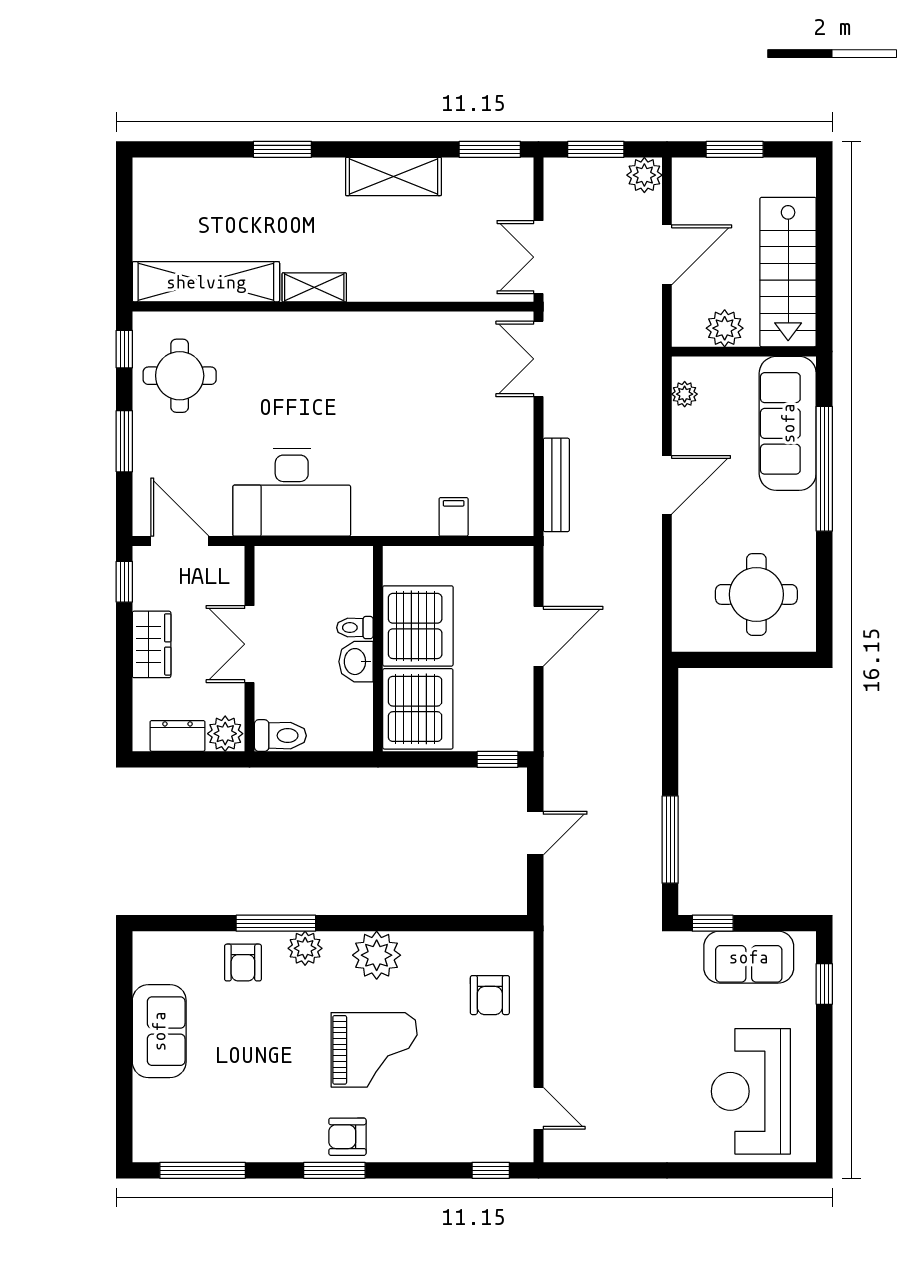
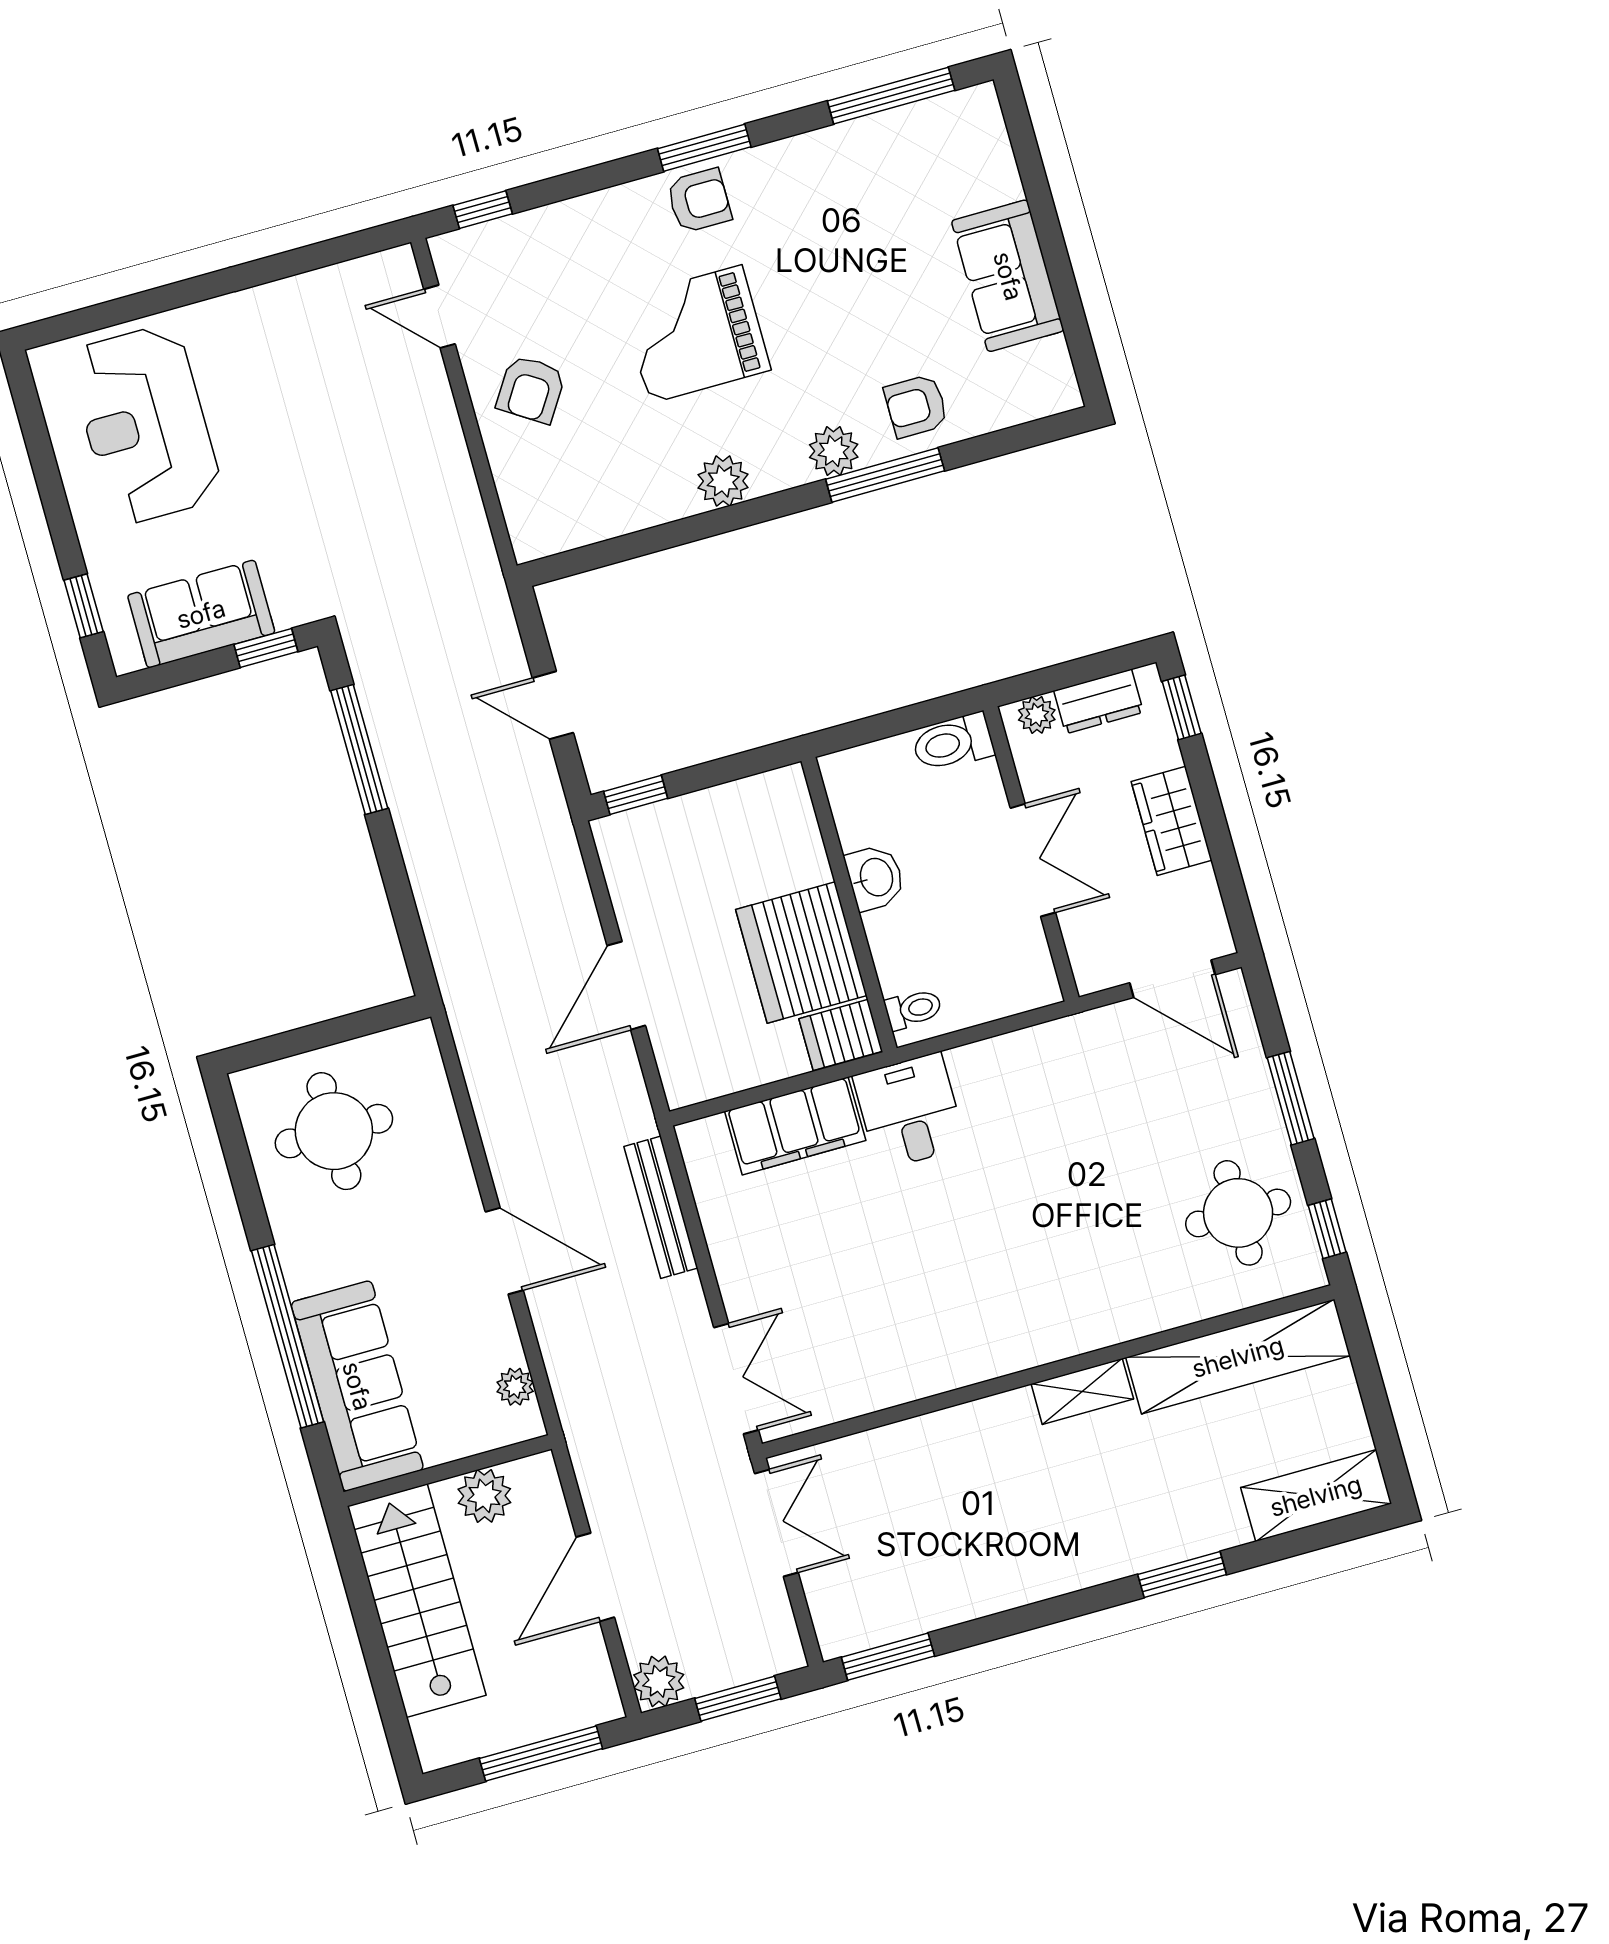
window: (735, 149) -> (541, 1754), width x1.44
shelving: (393, 176) -> (1316, 1496), moved
door: (667, 485) -> (504, 1251), swing flipped
desk: (292, 492) -> (910, 1111), moved, width x0.53, depth x0.77
filing cabinet: (454, 517) -> (795, 1126), width x3.00, depth x1.17
window: (124, 582) -> (1182, 707), moved
toilet: (355, 628) -> (913, 1009), moved
server rack: (418, 709) -> (841, 1035), moved, width x0.46, depth x0.70
plant: (225, 734) -> (1037, 715), width x0.73, depth x0.73
door: (535, 833) -> (553, 705), hinge flipped
plant: (377, 955) -> (723, 481), width x0.73, depth x0.73
armchair: (243, 963) -> (916, 406), turned -90
armchair: (490, 995) -> (531, 389), moved, turned -147
reception desk: (751, 1091) -> (145, 425), turned 180

